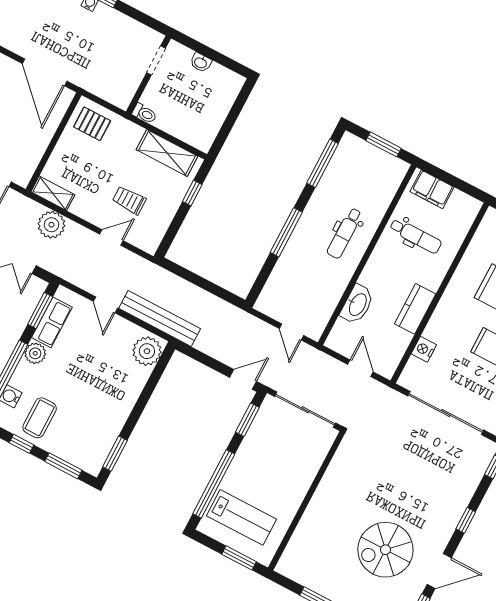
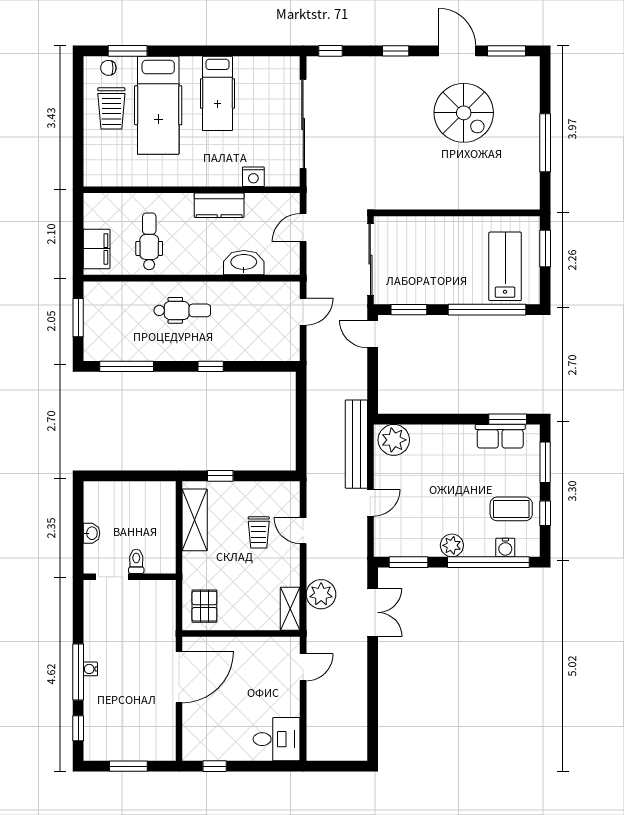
toilet: (144, 113) -> (136, 561), moved
window: (286, 232) -> (211, 366), width x0.46
row of seats: (52, 322) -> (500, 436), moved, turned 180

